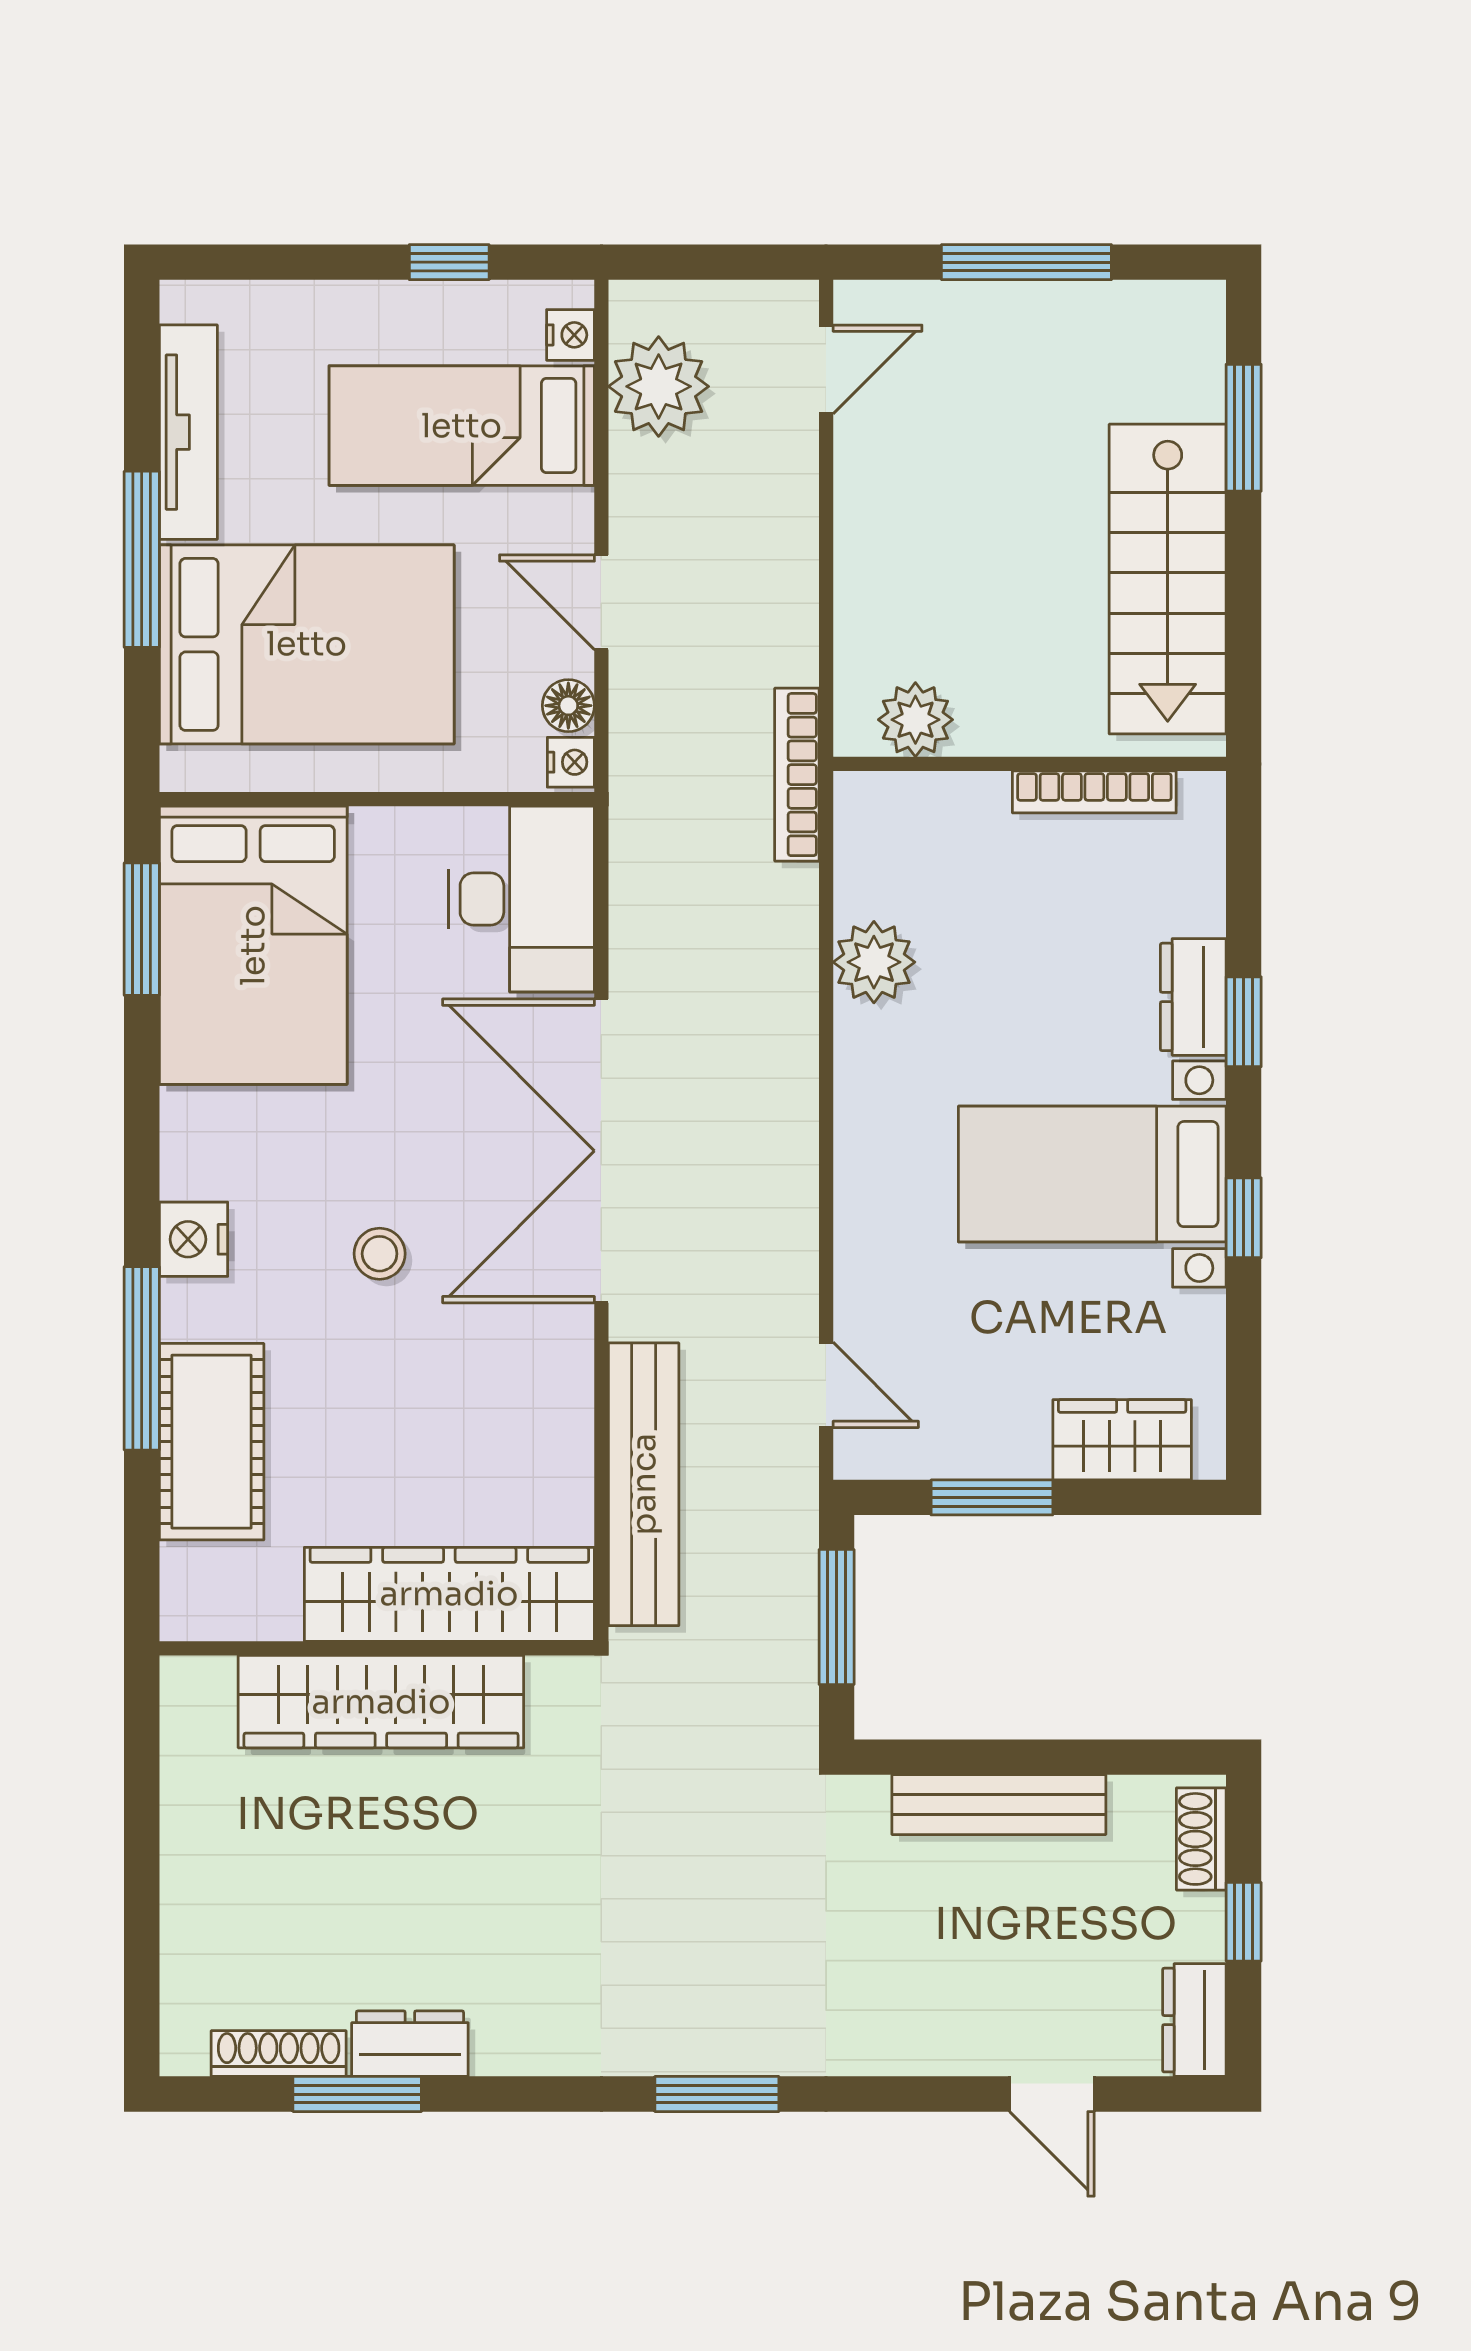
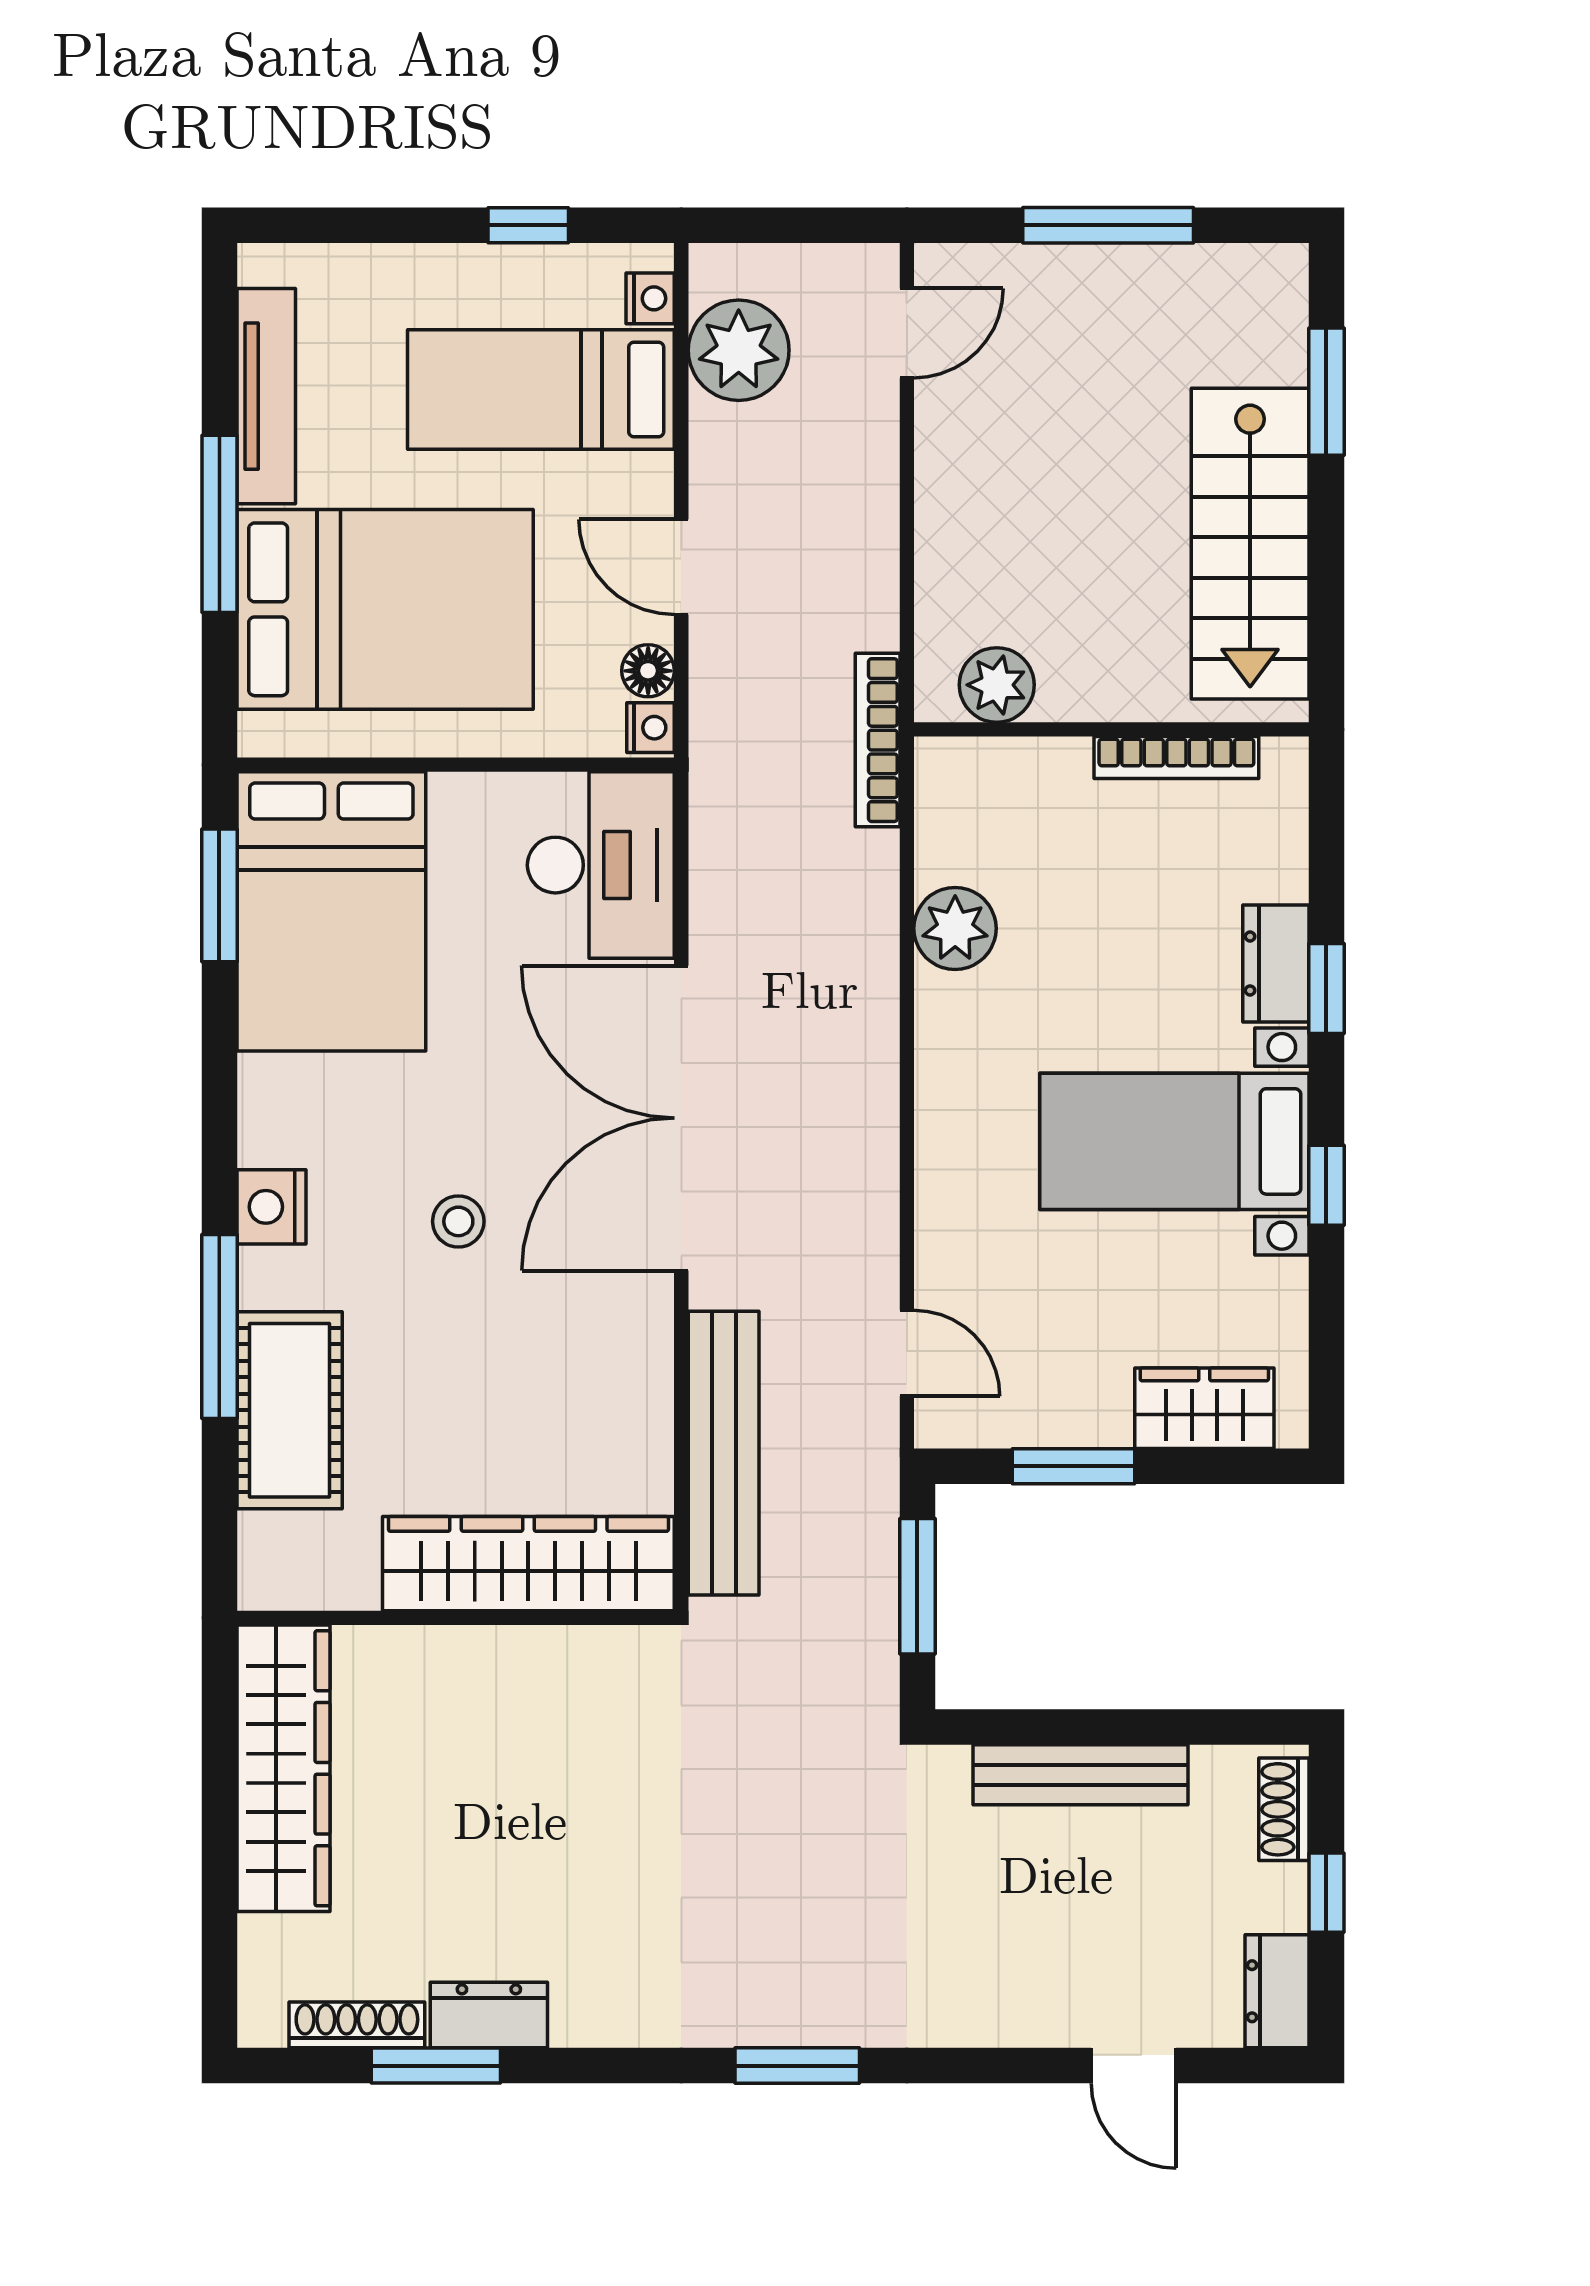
wardrobe: (381, 1702) -> (283, 1768), moved, turned -90

